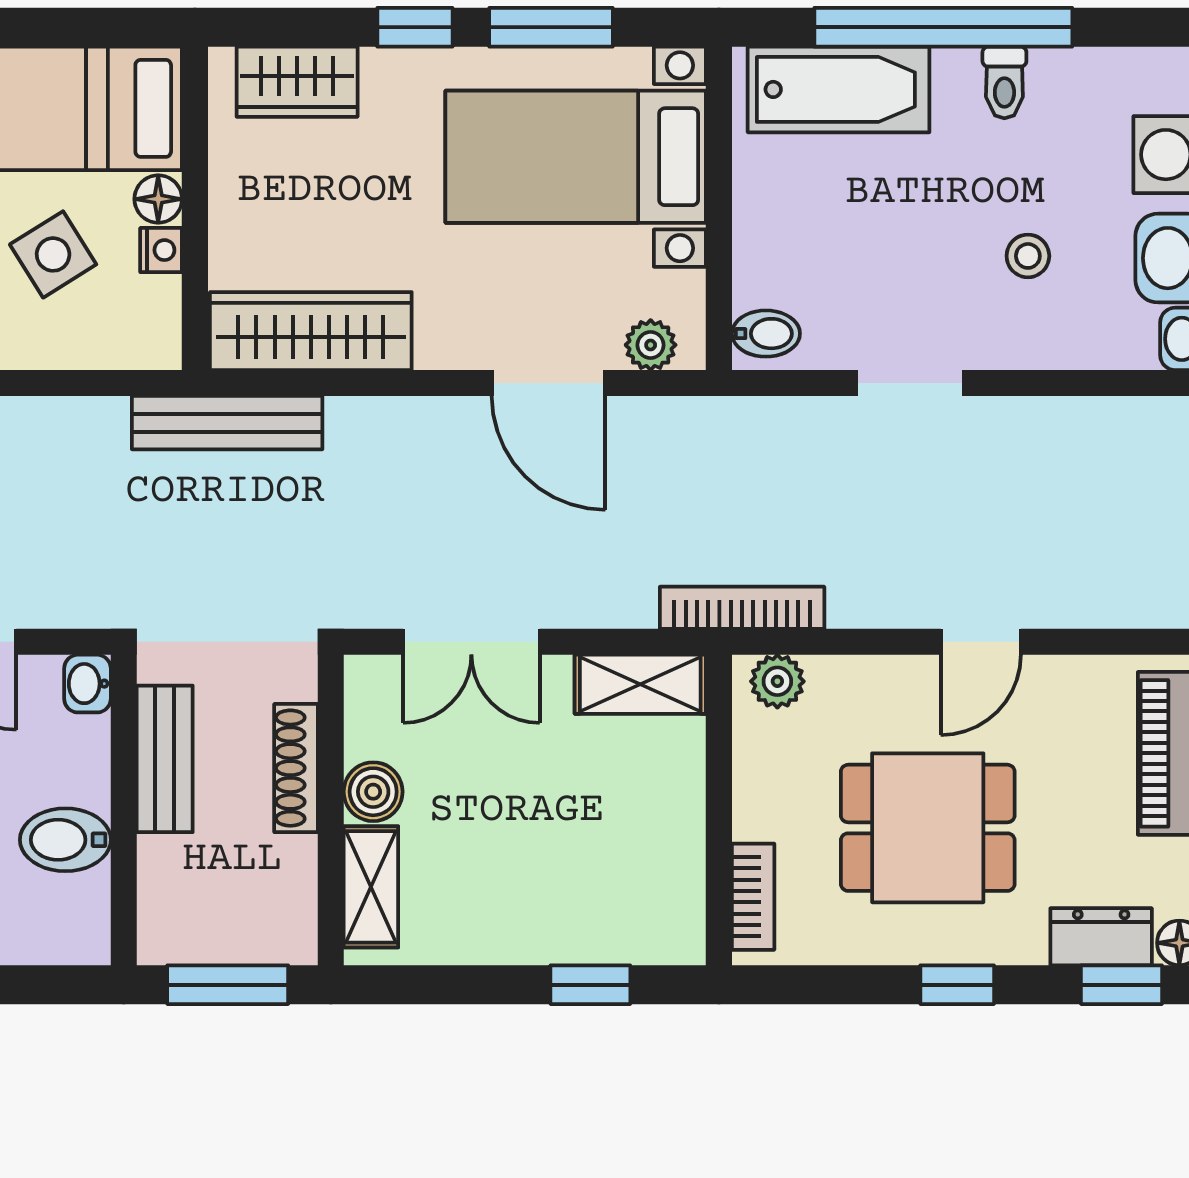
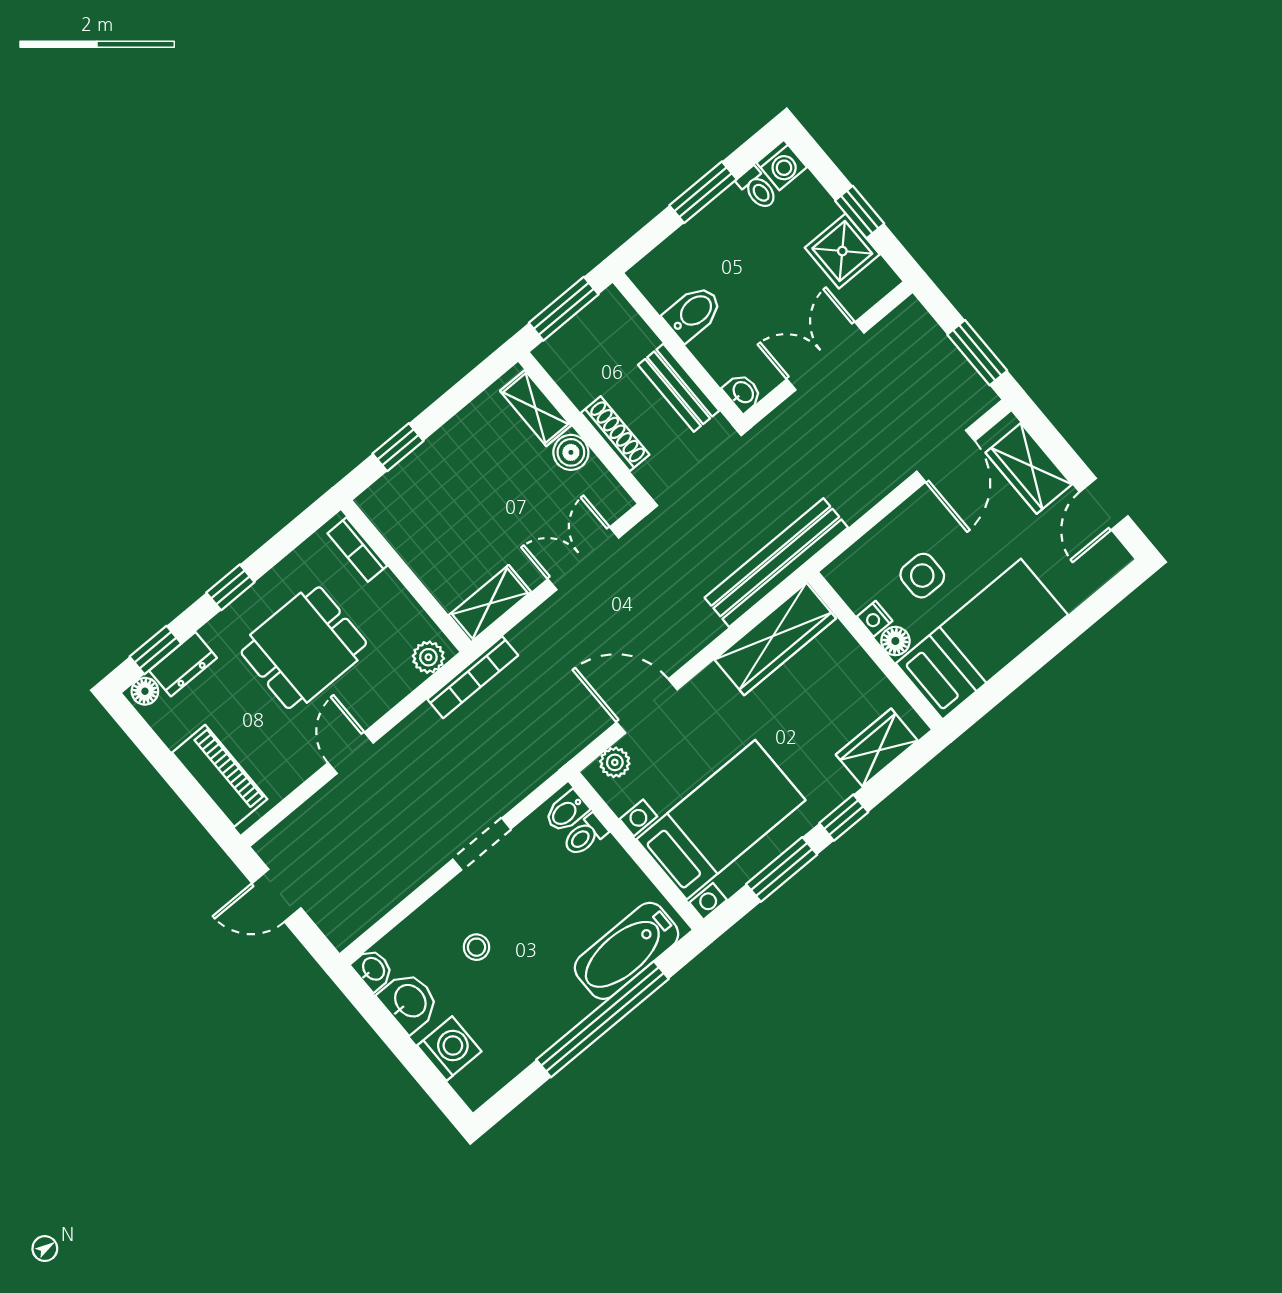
toilet: (1004, 82) -> (585, 835), moved, turned -90
side table: (53, 254) -> (922, 576), turned 32
bench: (227, 423) -> (776, 563), width x1.37, depth x1.21

